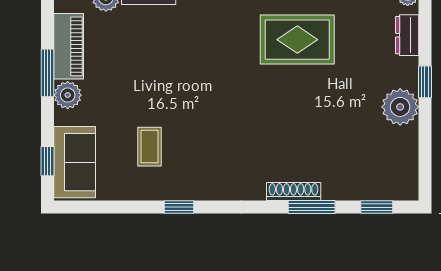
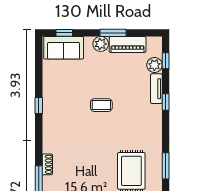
coffee table: (149, 147) -> (101, 105), moved
shoe rack: (294, 192) -> (47, 164), width x0.70

